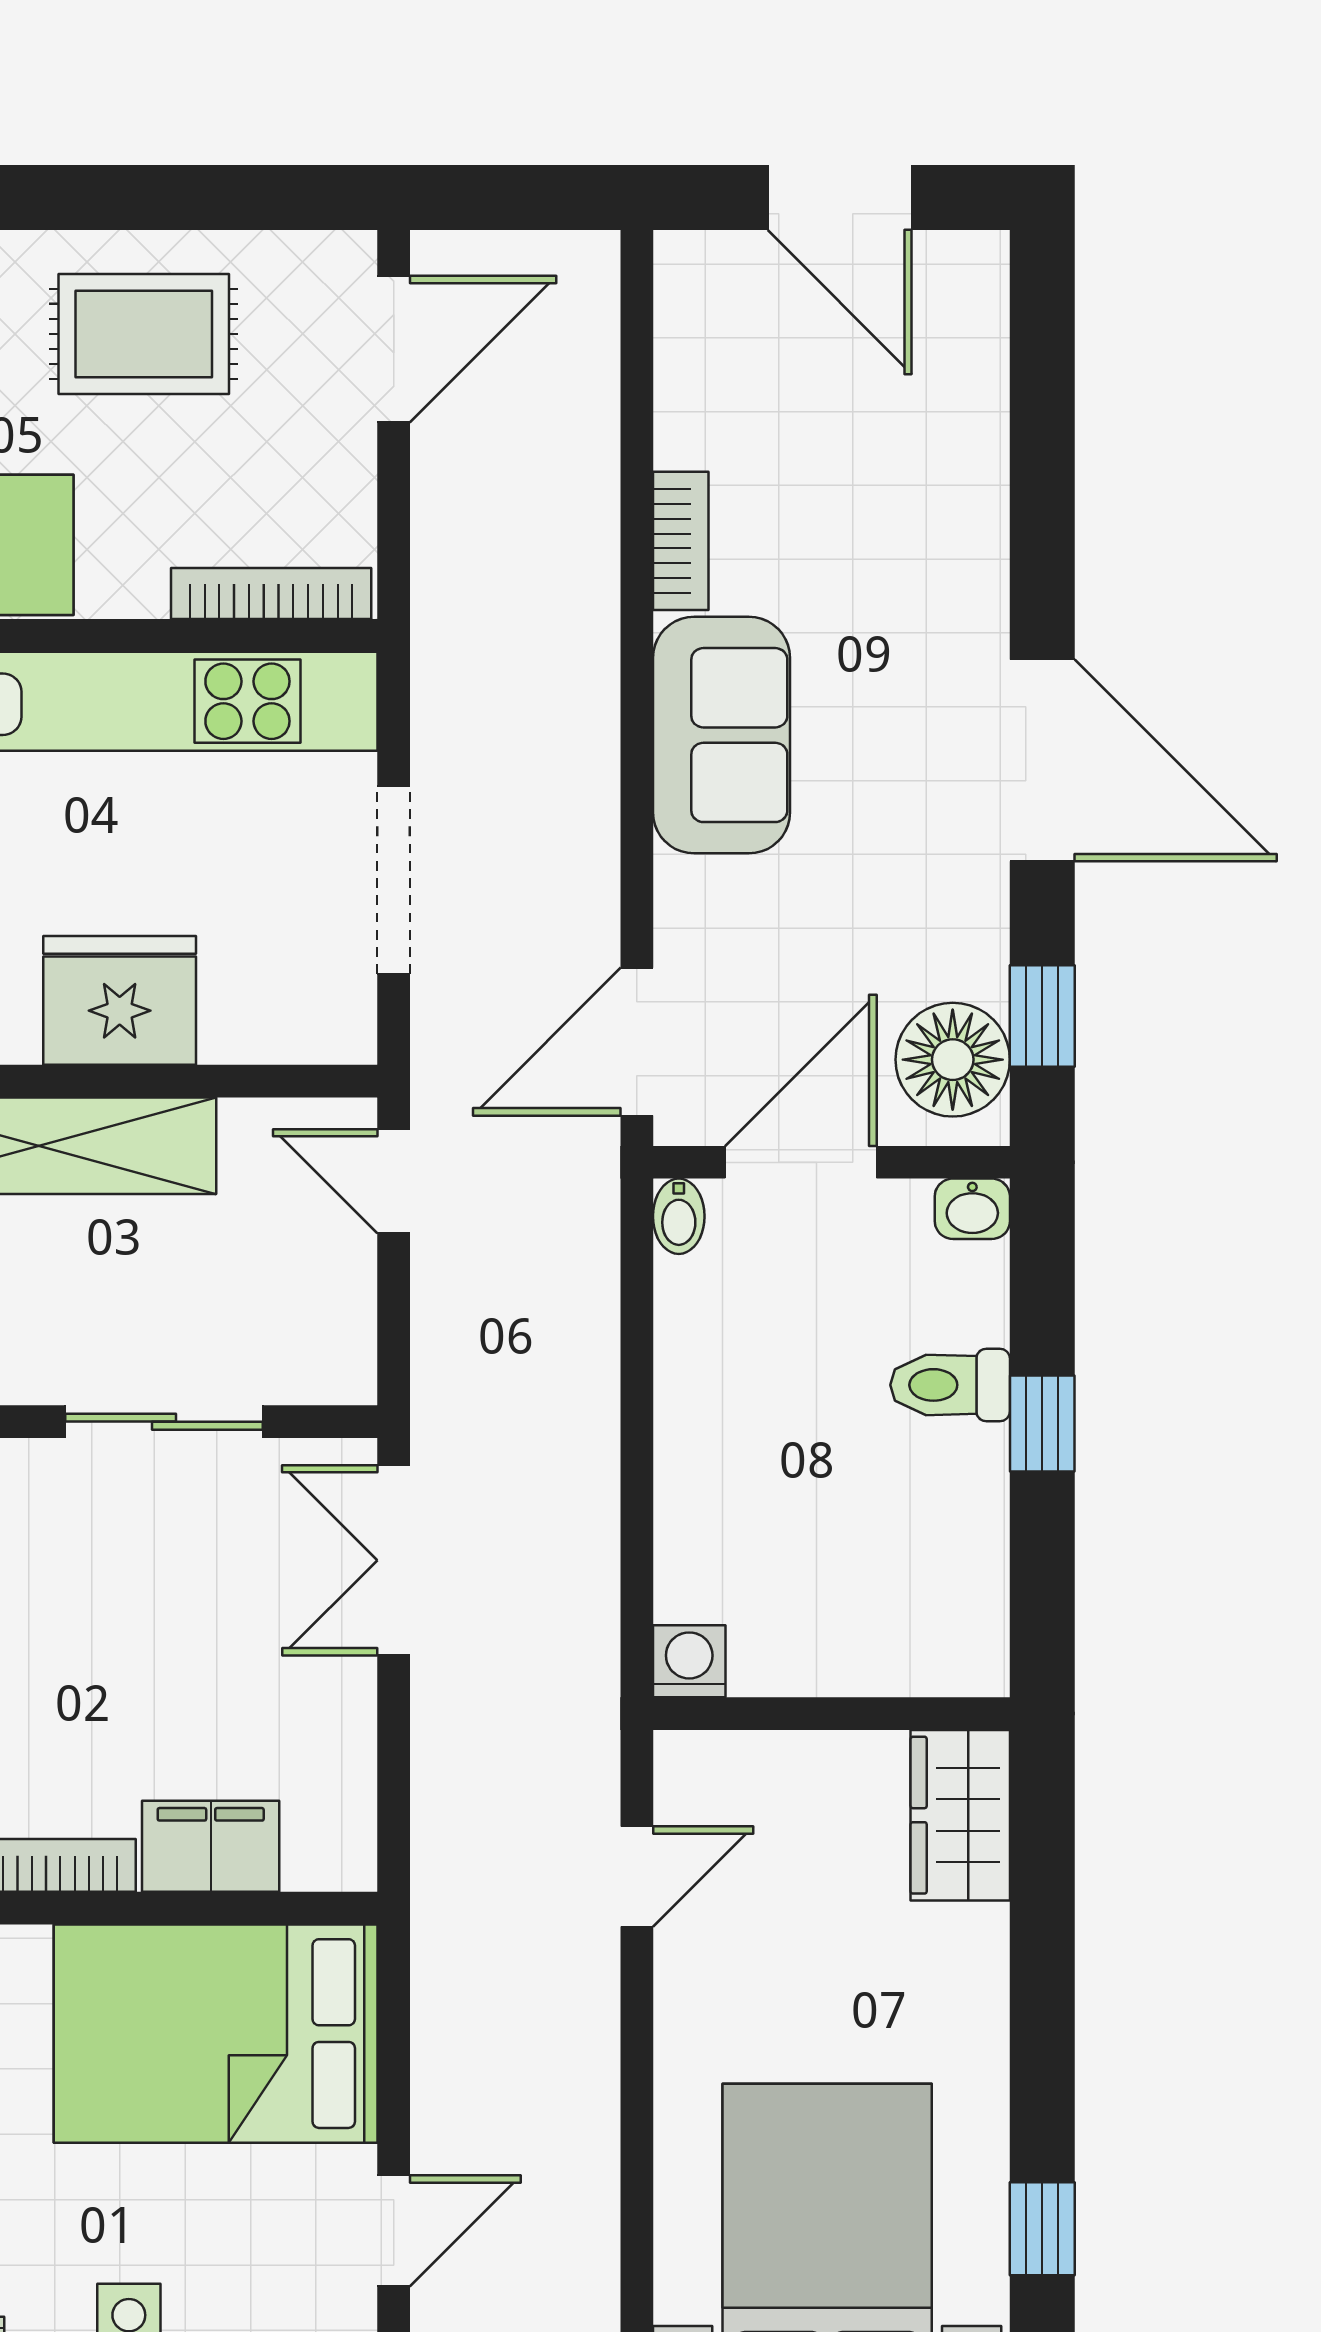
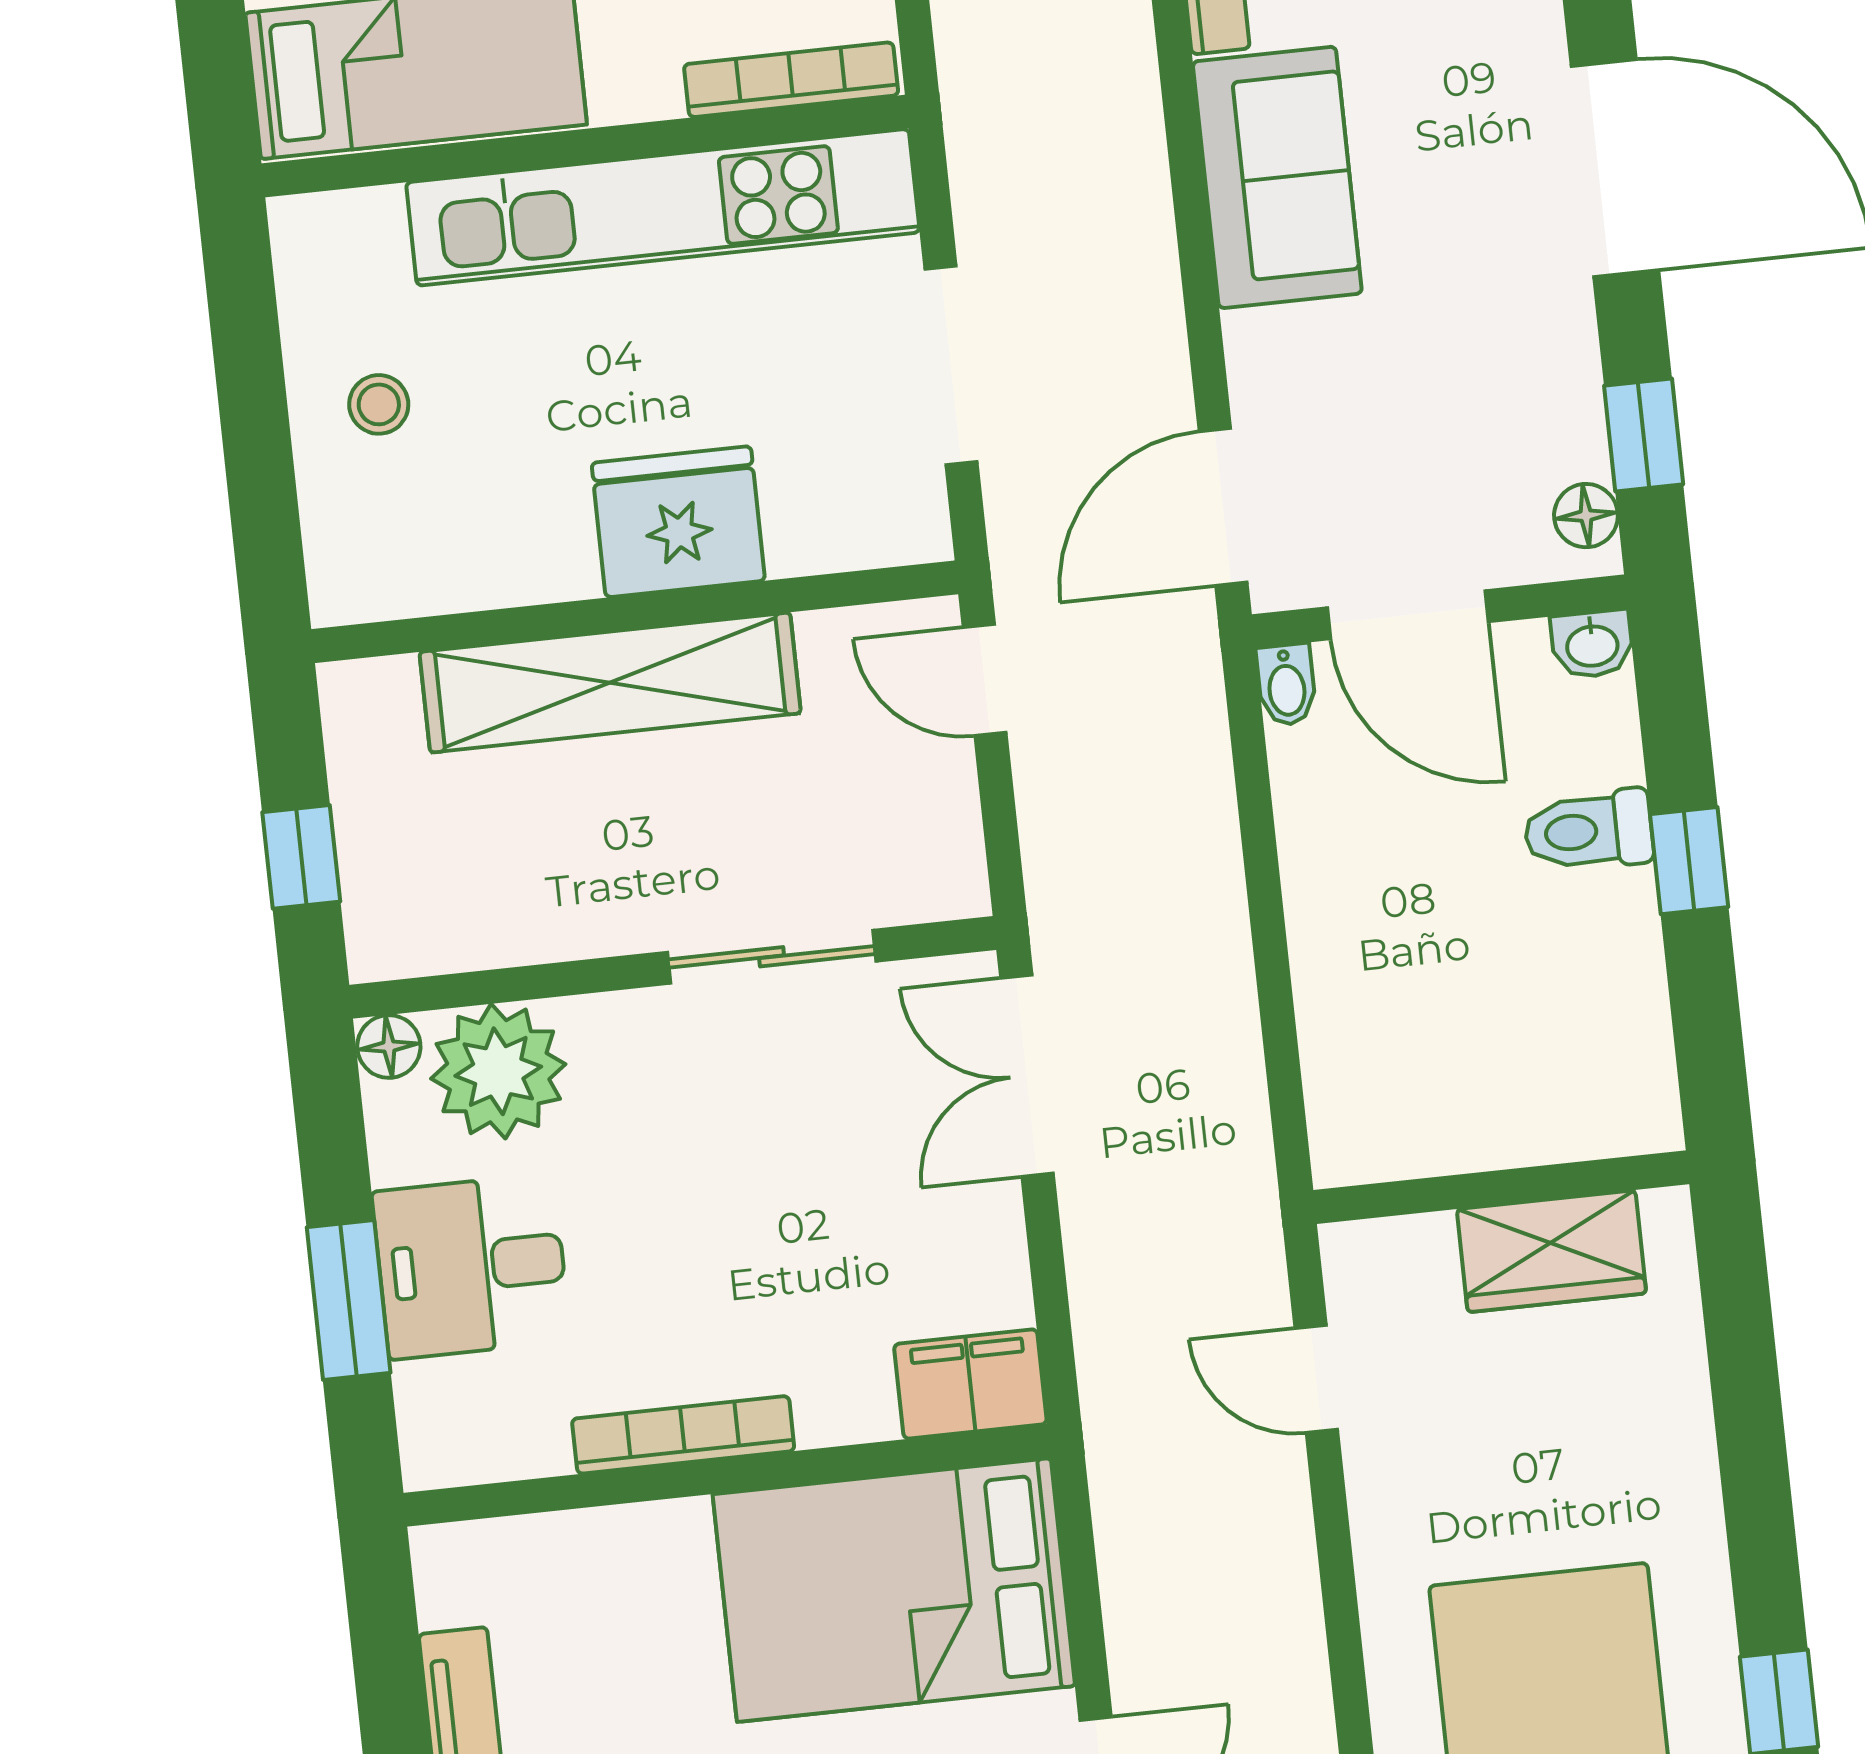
floor lamp: (953, 1060) -> (1586, 516), width x0.53, depth x0.53
door: (801, 1162) -> (1408, 615), swing flipped
washing machine: (689, 1661) -> (1347, 1148), removed
wardrobe: (960, 1815) -> (1552, 1251), moved, turned -90
filing cabinet: (211, 1846) -> (970, 1384), moved
door: (637, 1876) -> (1316, 1379), swing flipped

